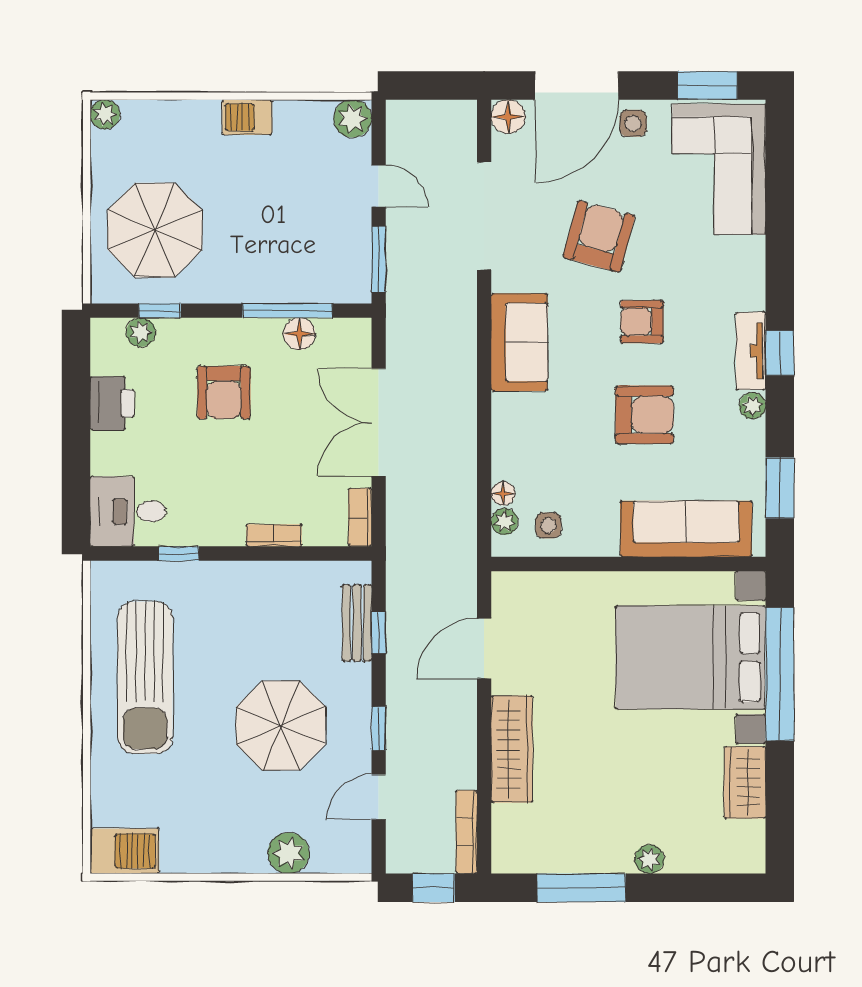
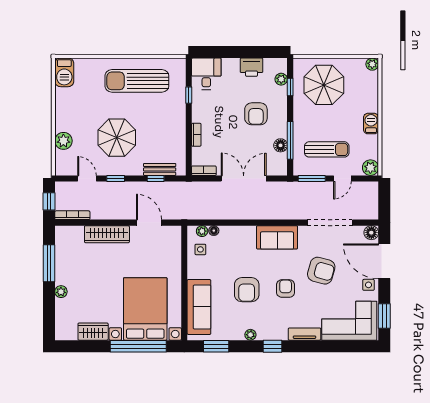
sun lounger: (309, 223) -> (327, 149), added
tv unit: (751, 351) -> (305, 334), moved
armchair: (224, 393) -> (256, 114), turned -90

